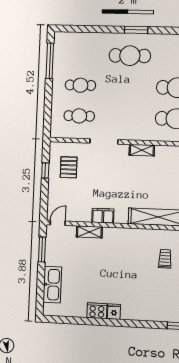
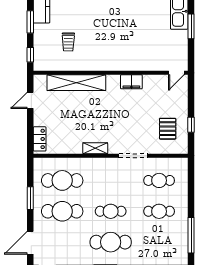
cafe table: (129, 86) -> (111, 211), added
shelving: (89, 232) -> (144, 65), removed
window: (42, 249) -> (191, 26), moved

